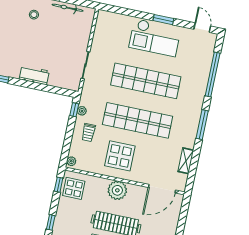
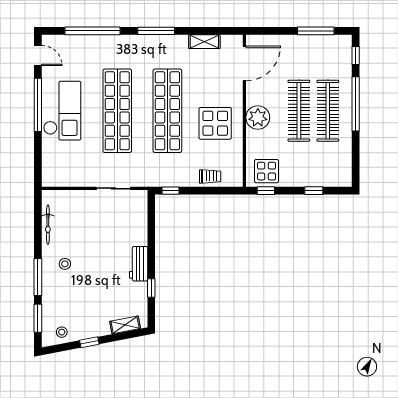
window: (163, 20) -> (38, 105), width x2.11
door: (202, 28) -> (38, 55), swing flipped
workbench: (34, 75) -> (139, 264), moved
plant: (82, 111) -> (170, 181), removed
trolley: (89, 133) -> (210, 176), moved
plant: (71, 161) -> (234, 181), removed
door: (162, 189) -> (244, 63), hinge flipped

